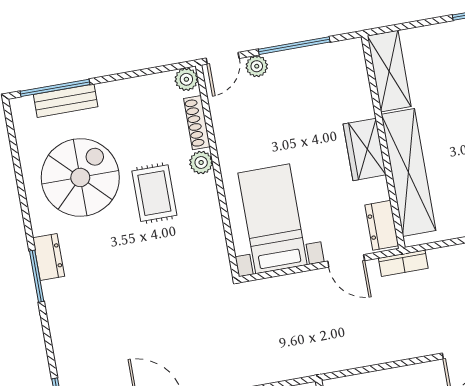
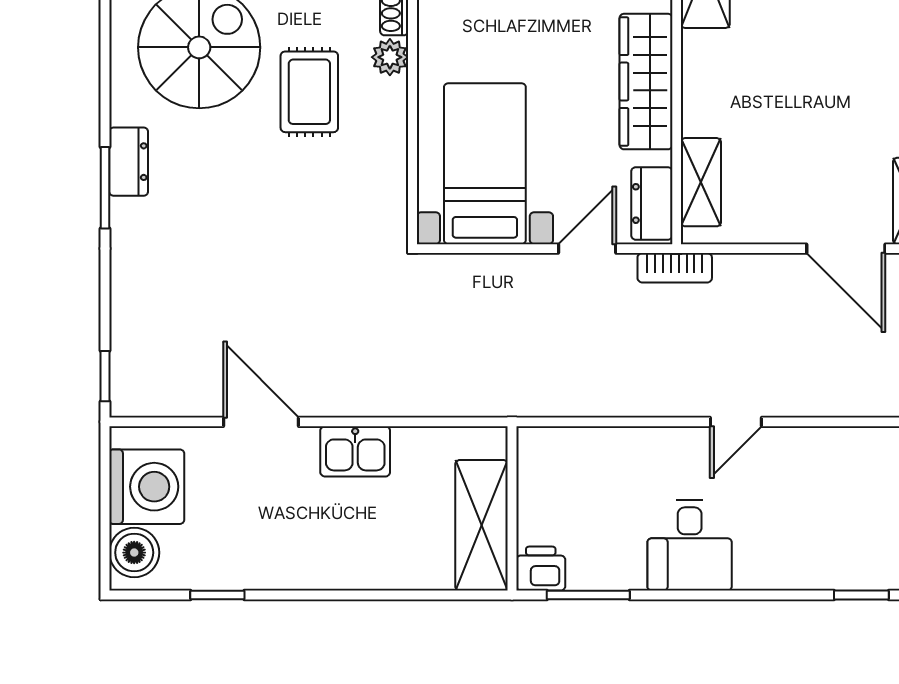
wardrobe: (365, 149) -> (646, 82), width x1.50
shelving: (409, 172) -> (701, 182), width x0.45, depth x0.75
door: (346, 261) -> (587, 249), swing flipped

